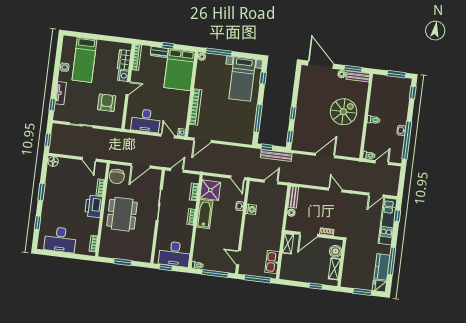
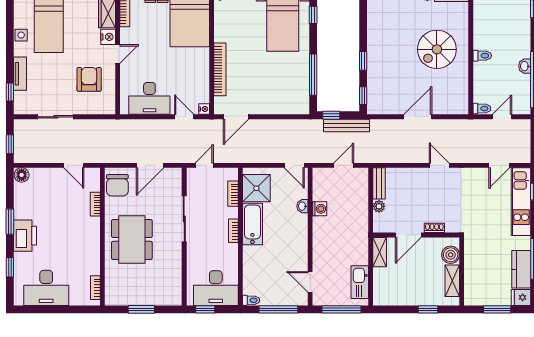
spiral stairs: (344, 112) -> (437, 49), turned 180
printer: (94, 206) -> (25, 236), moved, turned 180

